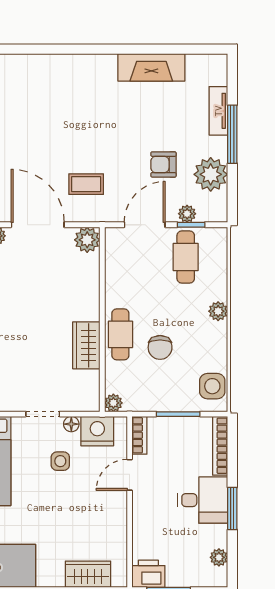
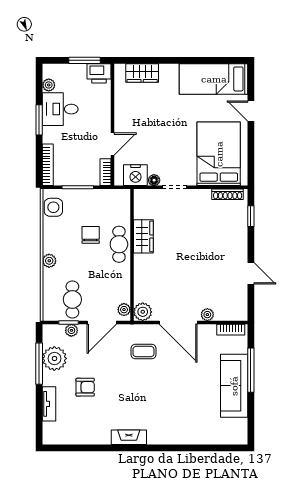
fireplace: (151, 67) -> (129, 437), moved, width x0.73, depth x0.76
window: (232, 134) -> (39, 364), moved
armchair: (163, 164) -> (85, 387), moved
plant: (113, 403) -> (124, 310), moved
side table: (60, 461) -> (162, 154), removed
desk: (203, 500) -> (60, 109), moved

